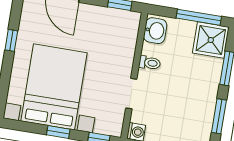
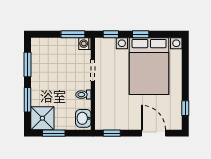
window: (199, 17) -> (54, 133), width x0.69
window: (11, 40) -> (185, 108), moved

